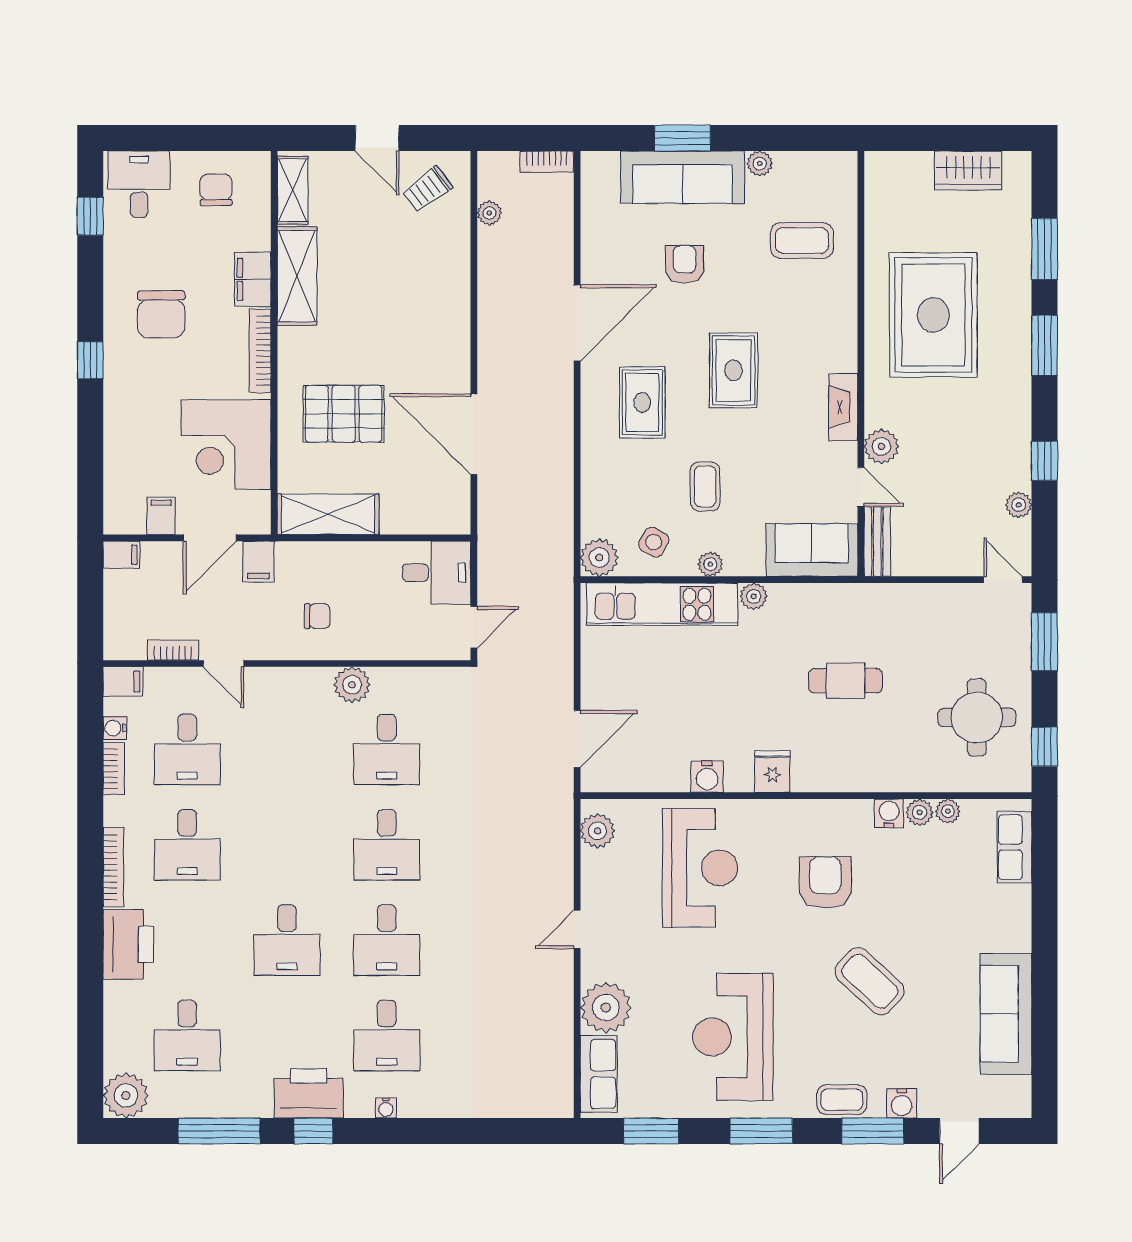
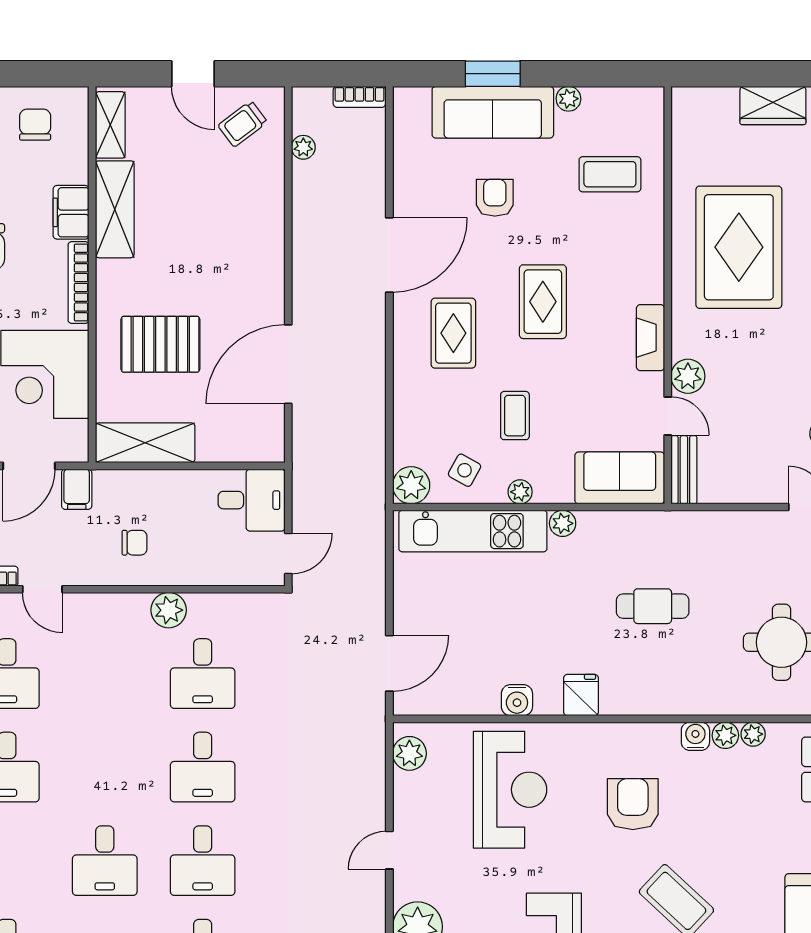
door: (474, 434) -> (288, 364), hinge flipped

